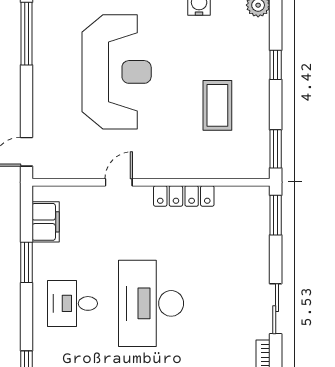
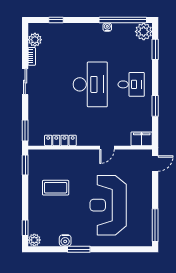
window: (276, 65) -> (25, 228), moved
coffee table: (217, 105) -> (56, 188), turned 90
locker: (184, 196) -> (60, 140), moved
filing cabinet: (46, 222) -> (142, 139), moved, turned 90

